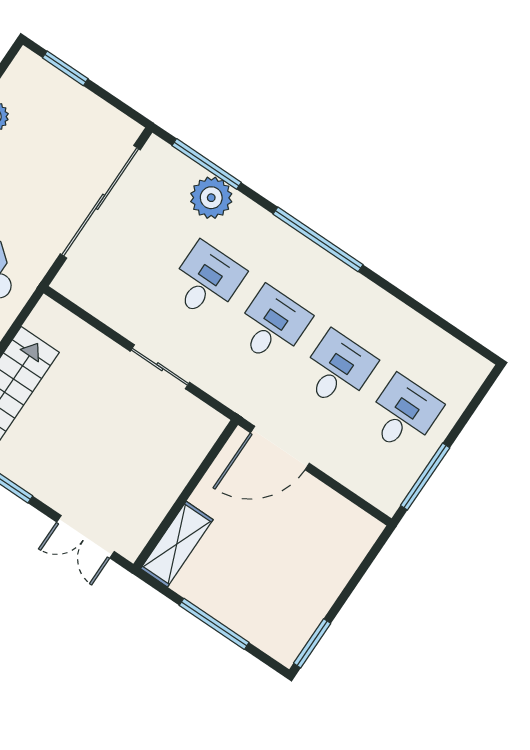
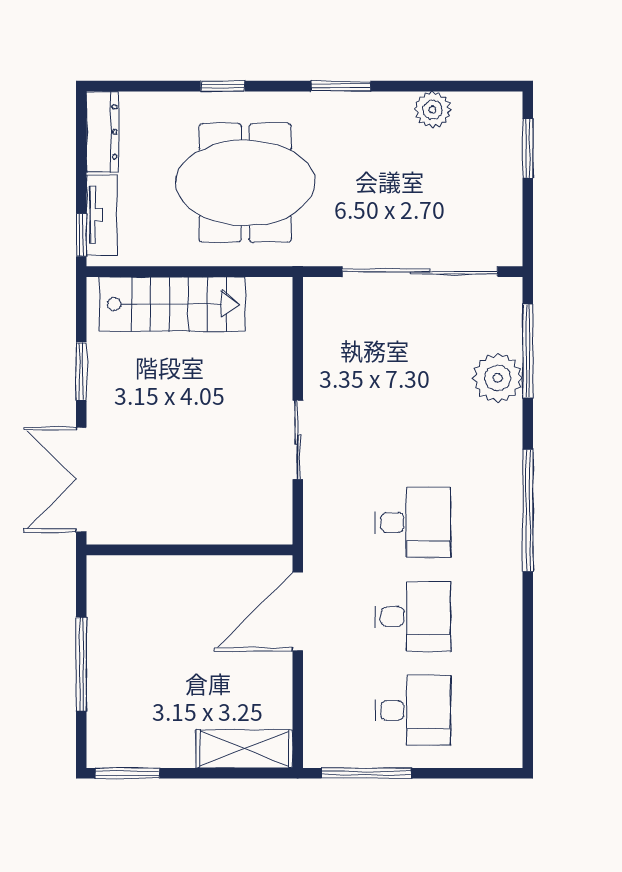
desk: (206, 281) -> (413, 428), removed
door: (280, 448) -> (298, 612), hinge flipped
double door: (85, 537) -> (81, 480), width x1.37
shelving: (177, 544) -> (244, 749), moved

